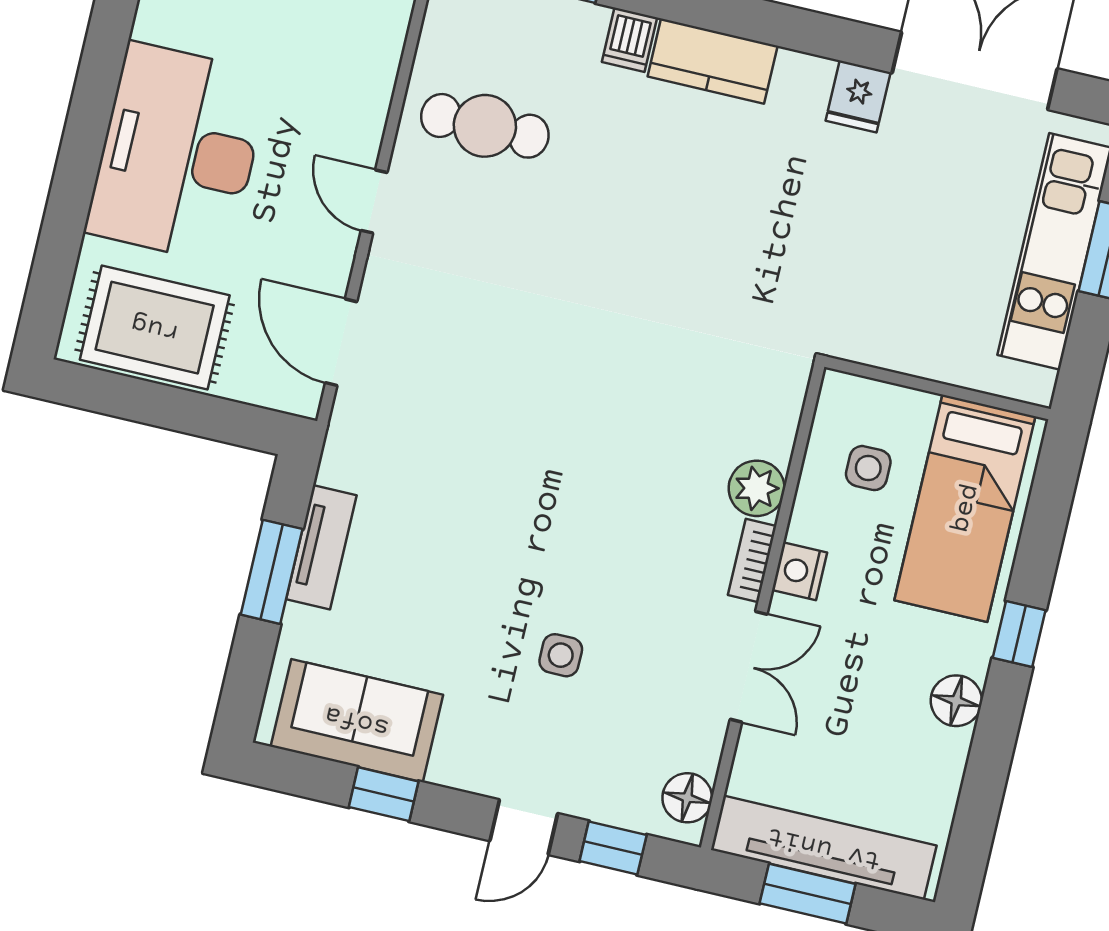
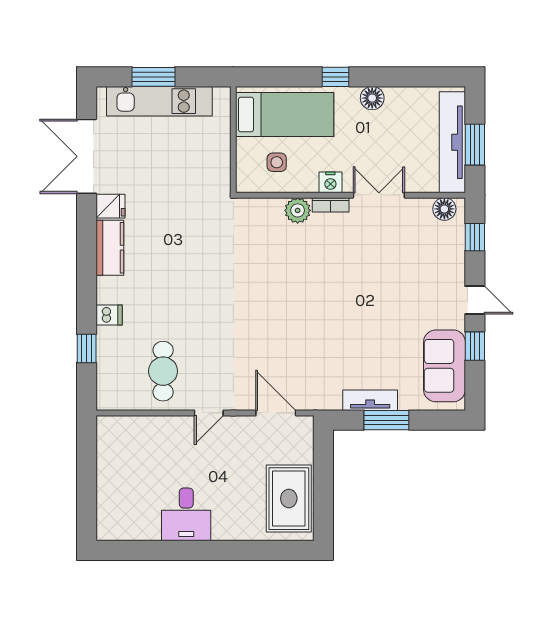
kitchen counter: (713, 61) -> (110, 248), moved
desk: (178, 153) -> (186, 514), width x0.53, depth x0.77
door: (341, 342) -> (276, 413), swing flipped
side table: (561, 655) -> (393, 281), removed
door: (524, 827) -> (475, 300), moved

